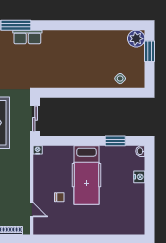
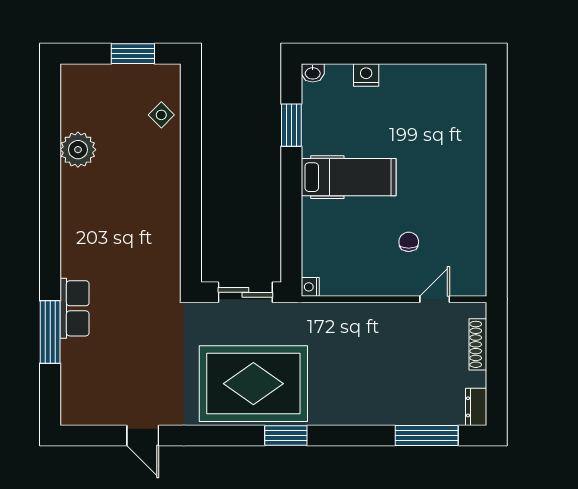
plant: (136, 39) -> (78, 150), moved
window: (149, 51) -> (133, 54), moved
hospital bed: (86, 175) -> (349, 177), width x0.73, depth x0.78

